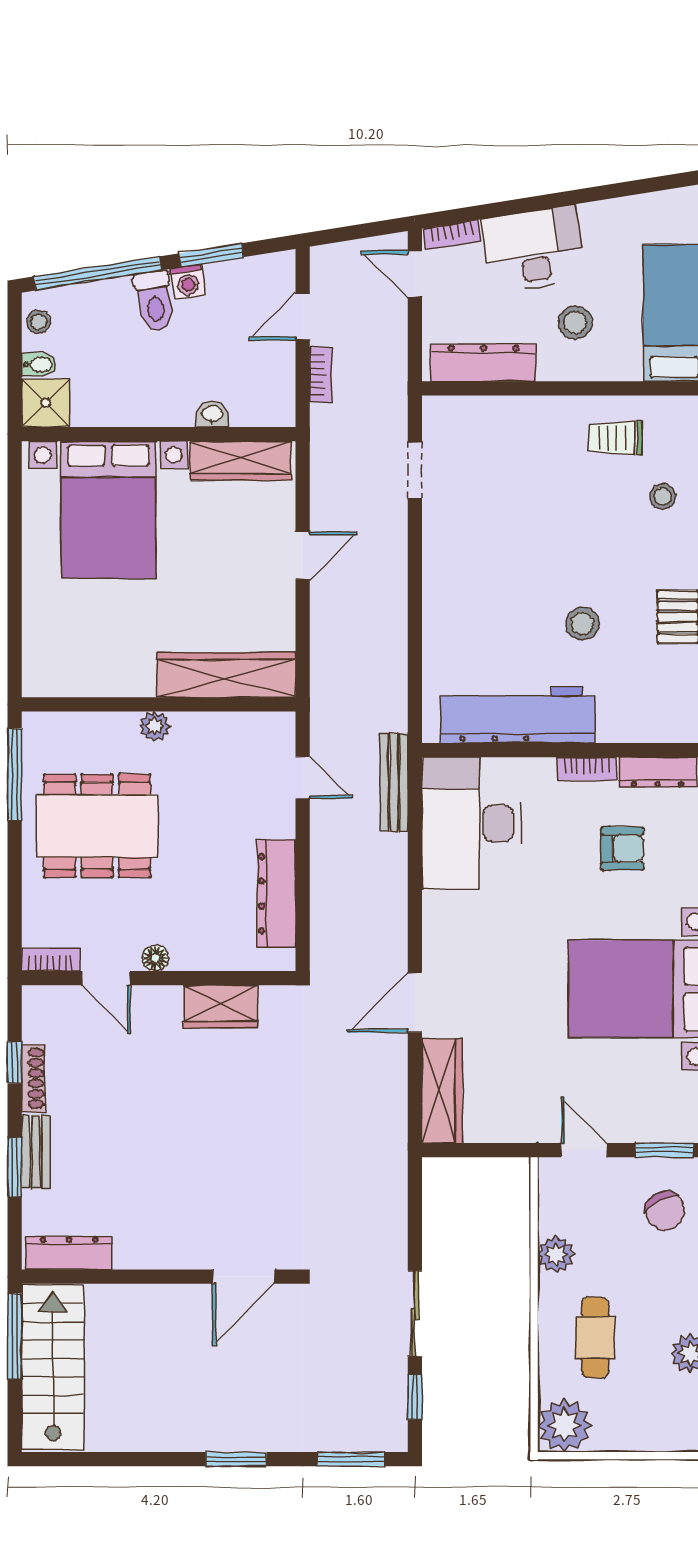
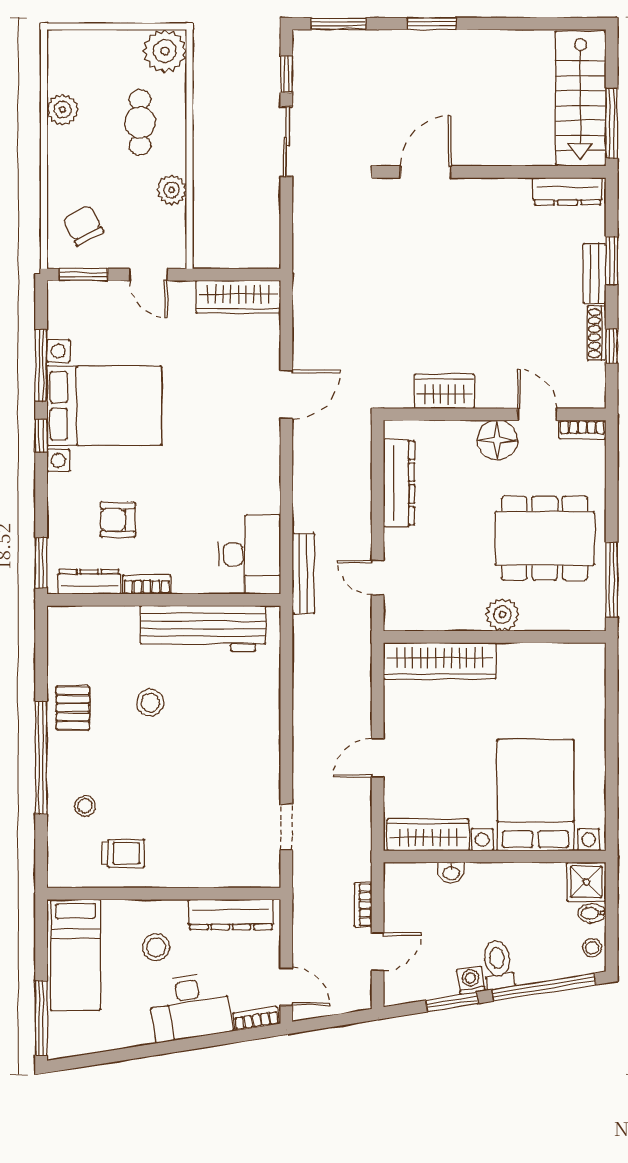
plant: (155, 726) -> (502, 615), width x1.38, depth x1.38
desk: (471, 823) -> (250, 555), width x0.73, depth x0.77
floor lamp: (155, 958) -> (497, 440), width x1.89, depth x1.89
wardrobe: (442, 1091) -> (238, 297), moved, turned -90

